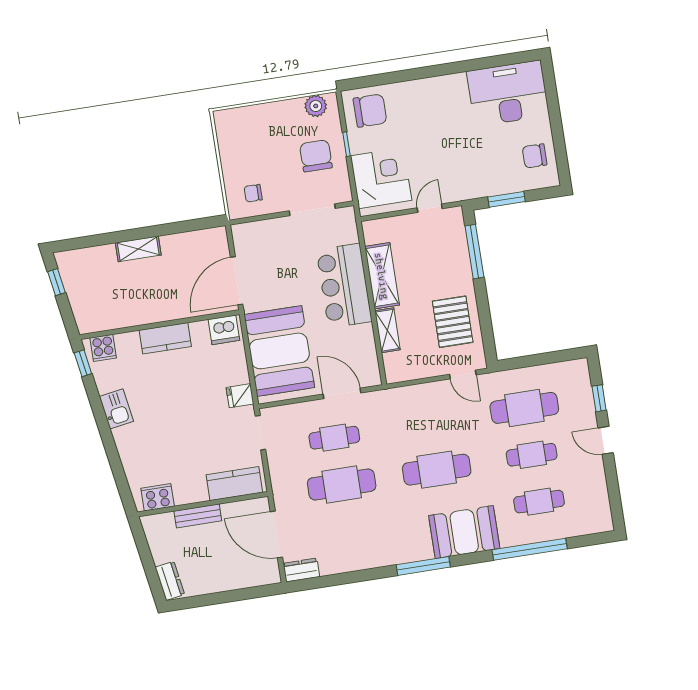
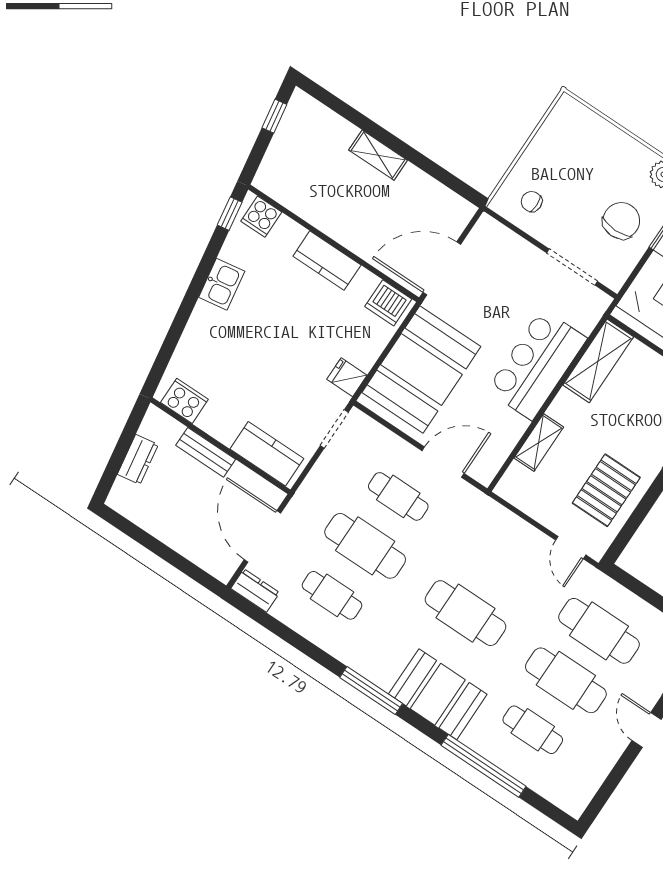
shelving: (382, 276) -> (598, 361), moved
door: (342, 393) -> (443, 462), hinge flipped
cafe table: (532, 455) -> (566, 680), width x1.37, depth x1.35
cafe table: (349, 531) -> (332, 595), added
dresser: (170, 581) -> (138, 459), moved

